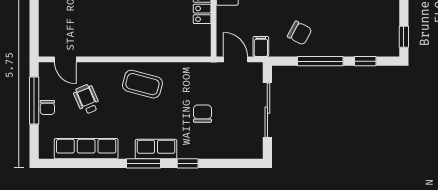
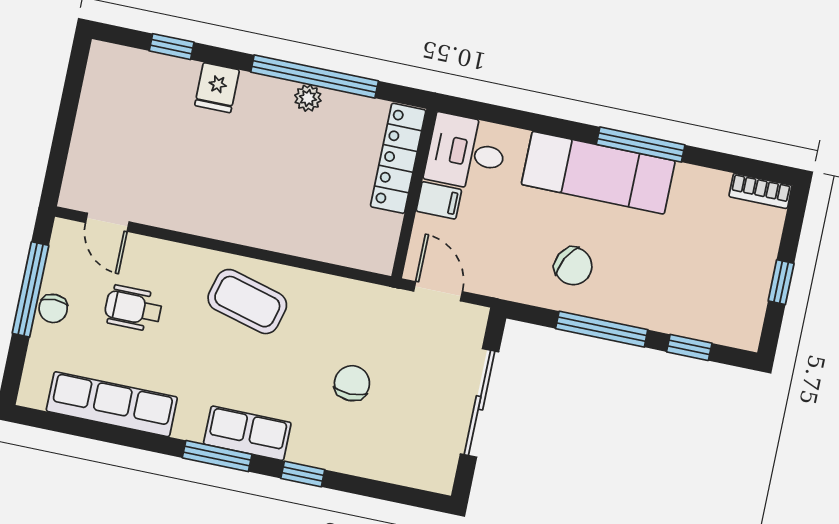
window: (404, 37) -> (781, 282), moved
filing cabinet: (261, 46) -> (439, 200), moved, turned 90
wheelchair: (87, 99) -> (133, 308), turned -67

